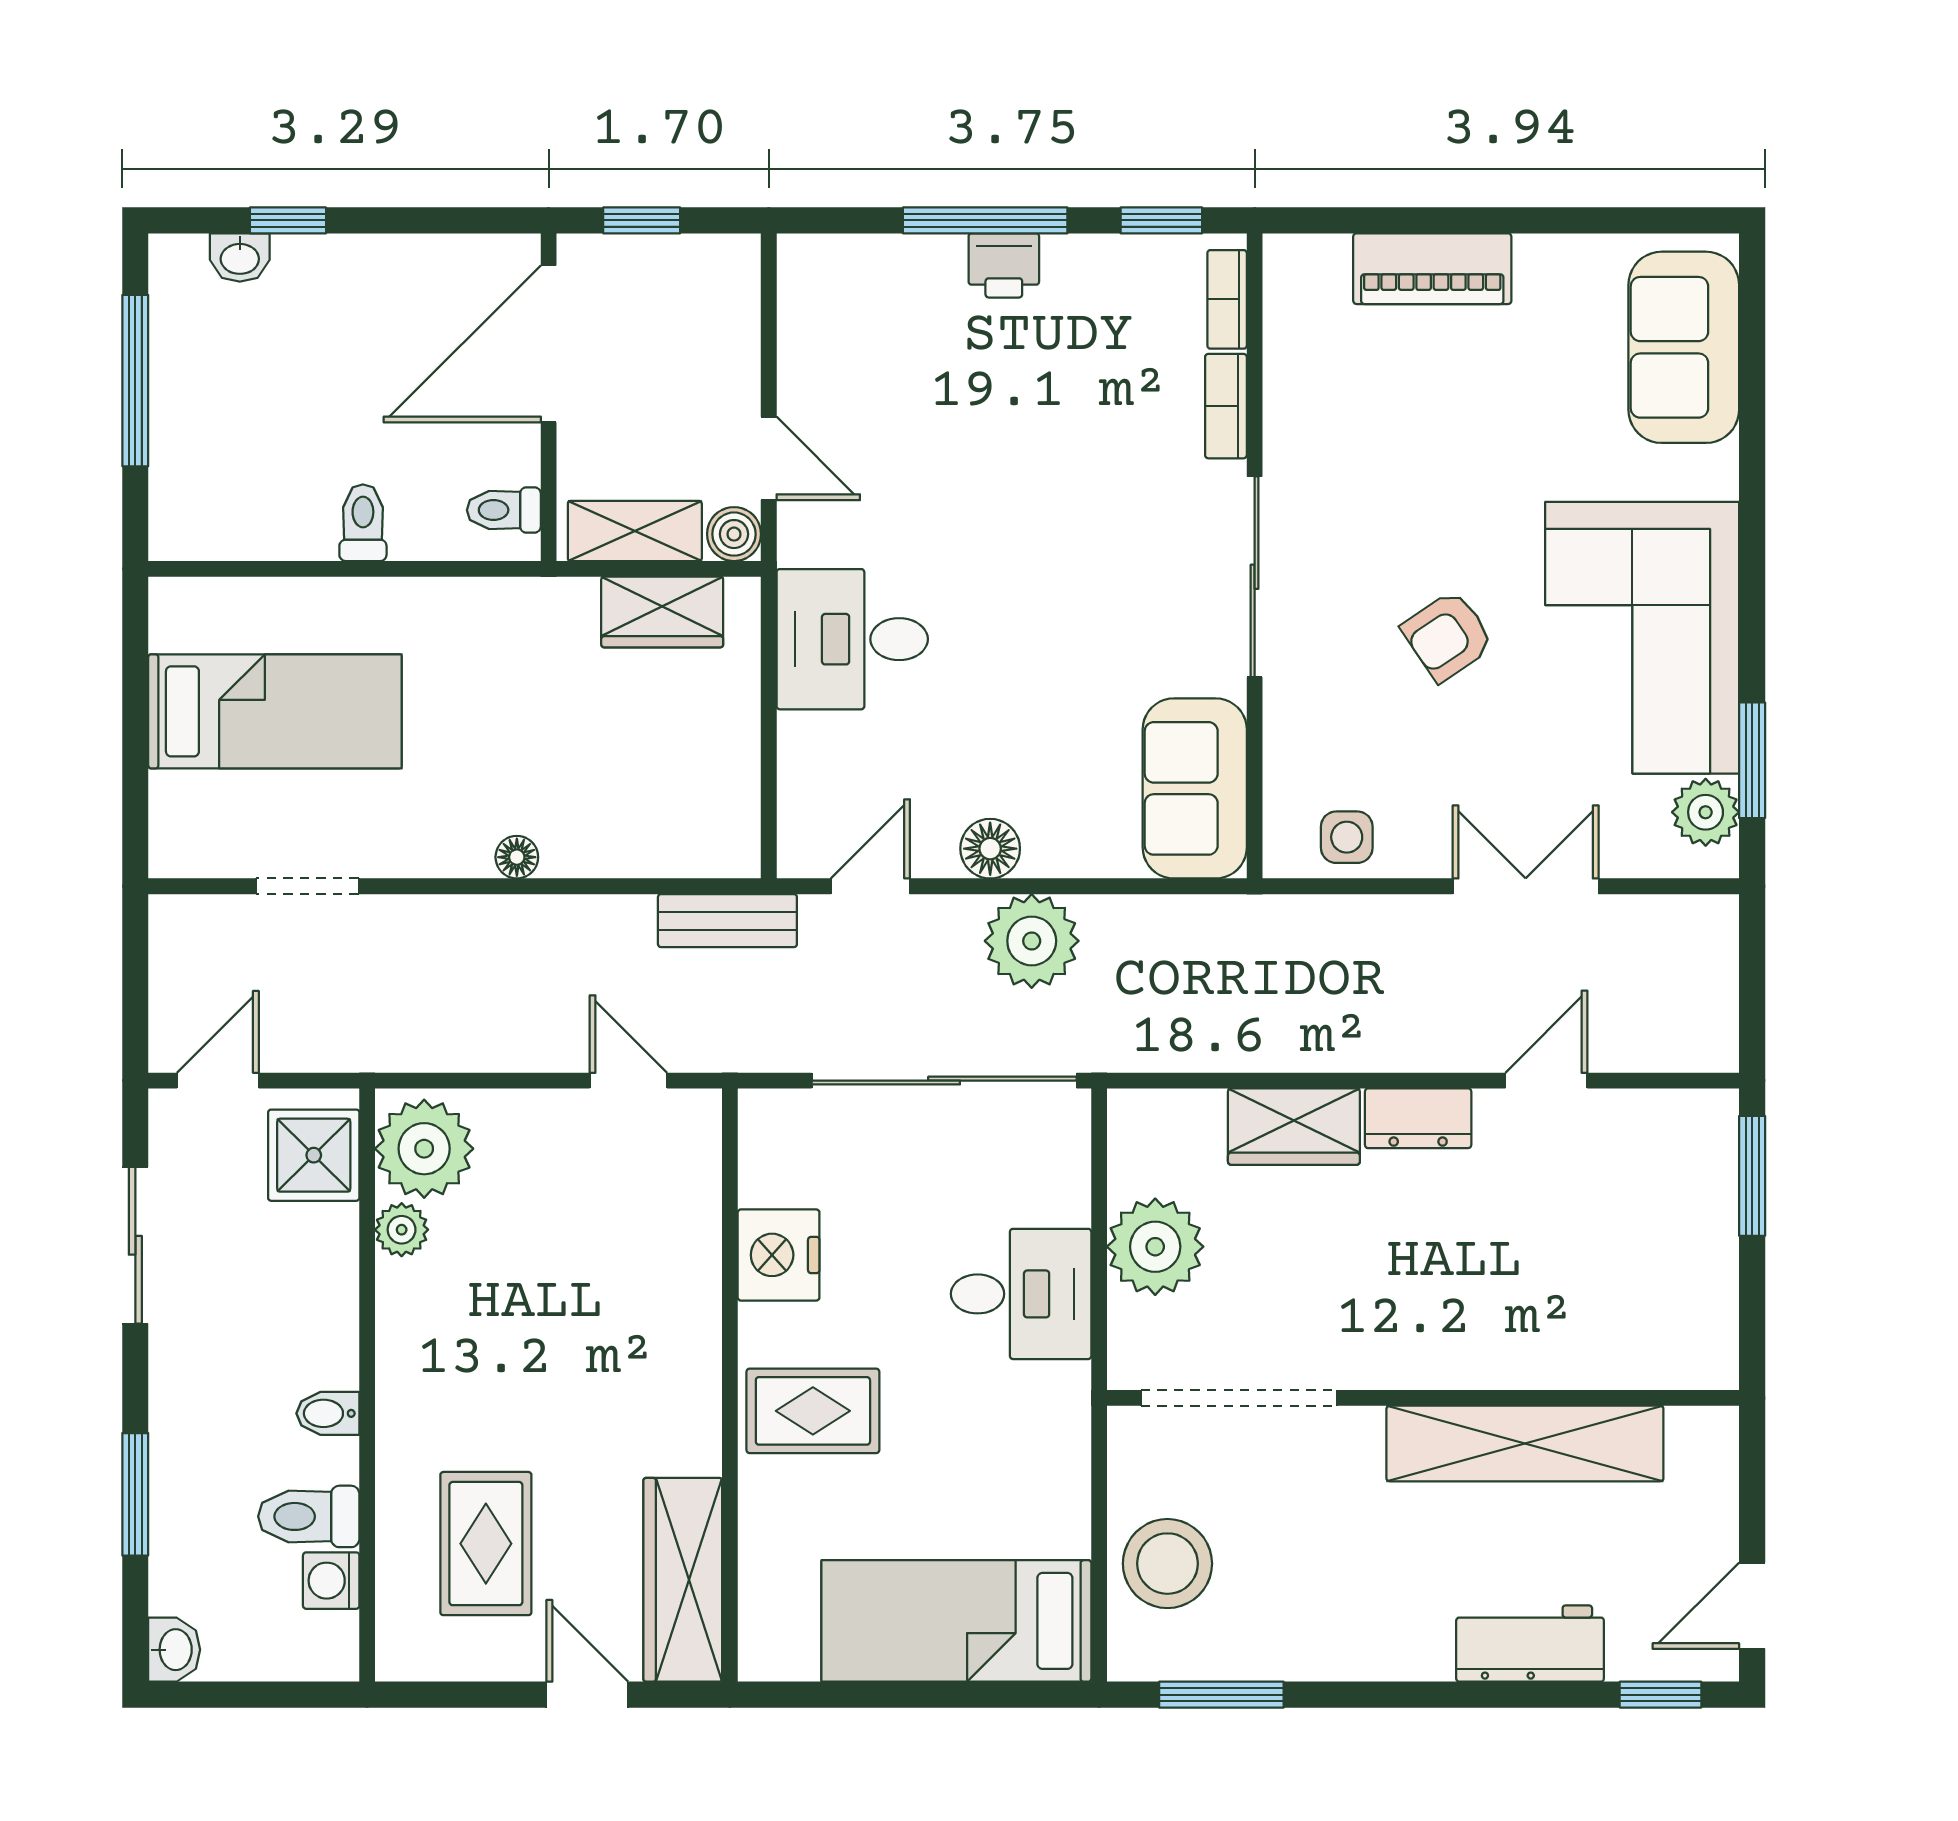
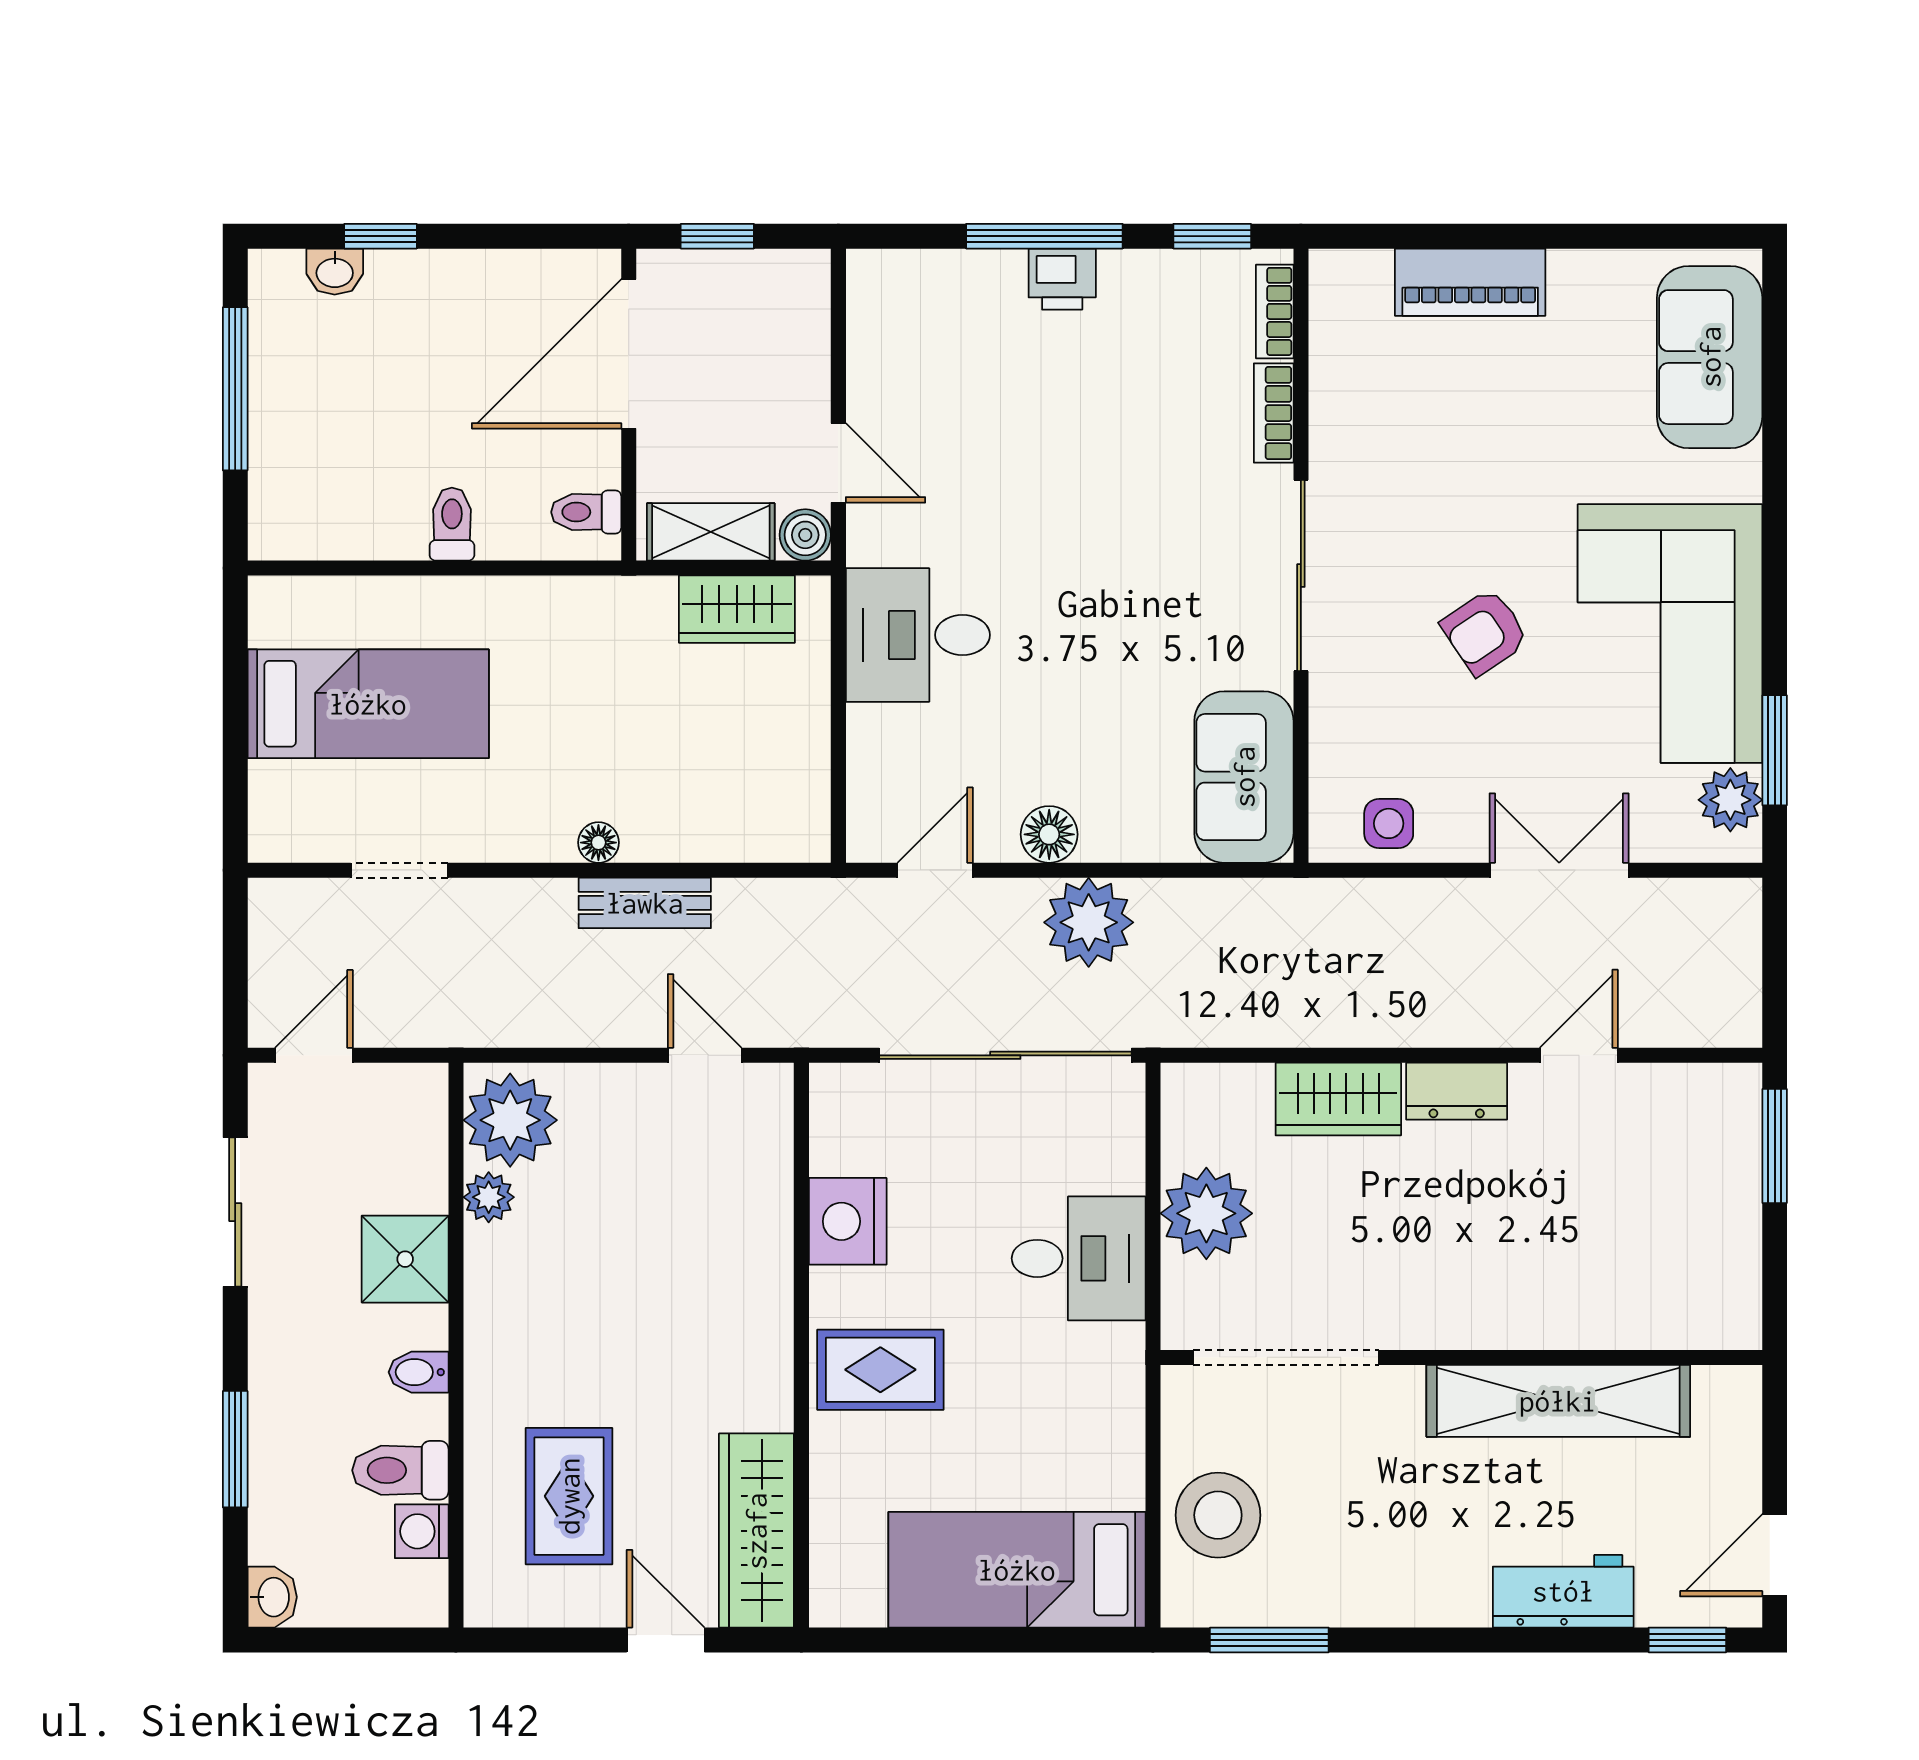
bench: (727, 921) -> (645, 903), moved
shower: (314, 1155) -> (405, 1259), moved

